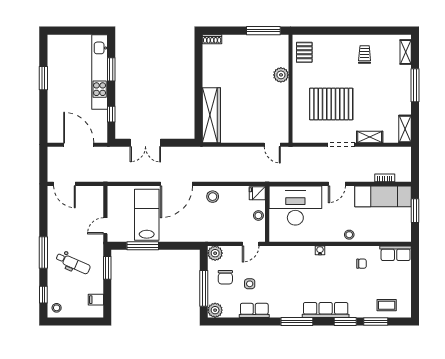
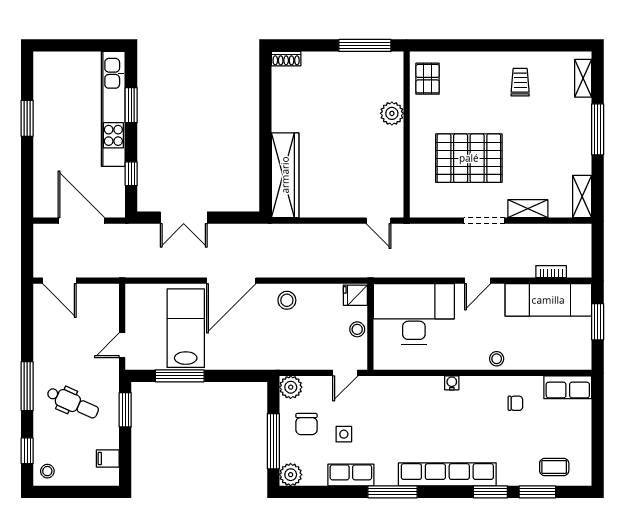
row of seats: (326, 310) -> (447, 474), width x1.36
window: (297, 321) -> (393, 492), moved

